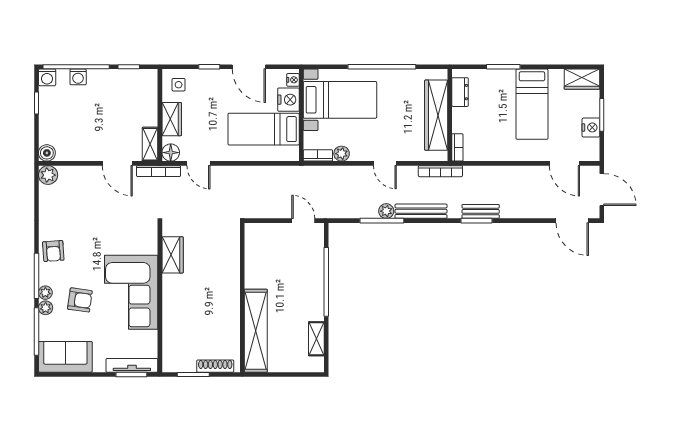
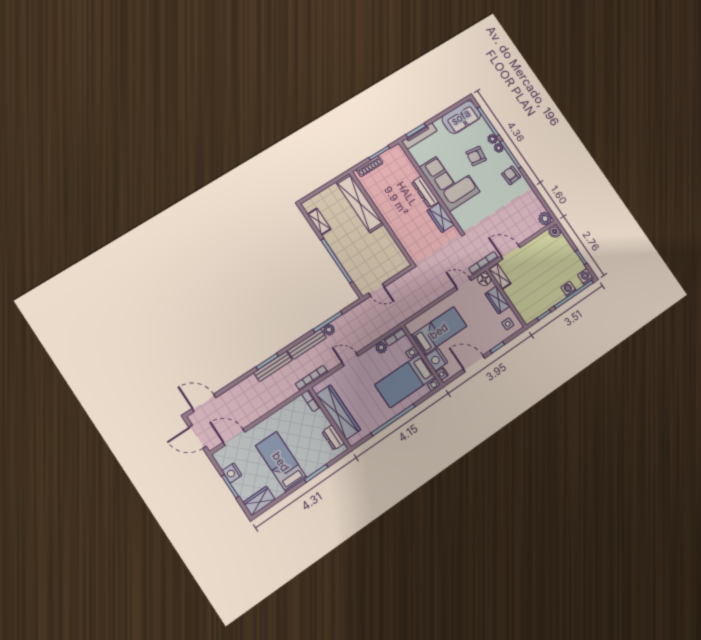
bench: (481, 211) -> (273, 366), width x1.36
dresser: (170, 296) -> (425, 192), added

